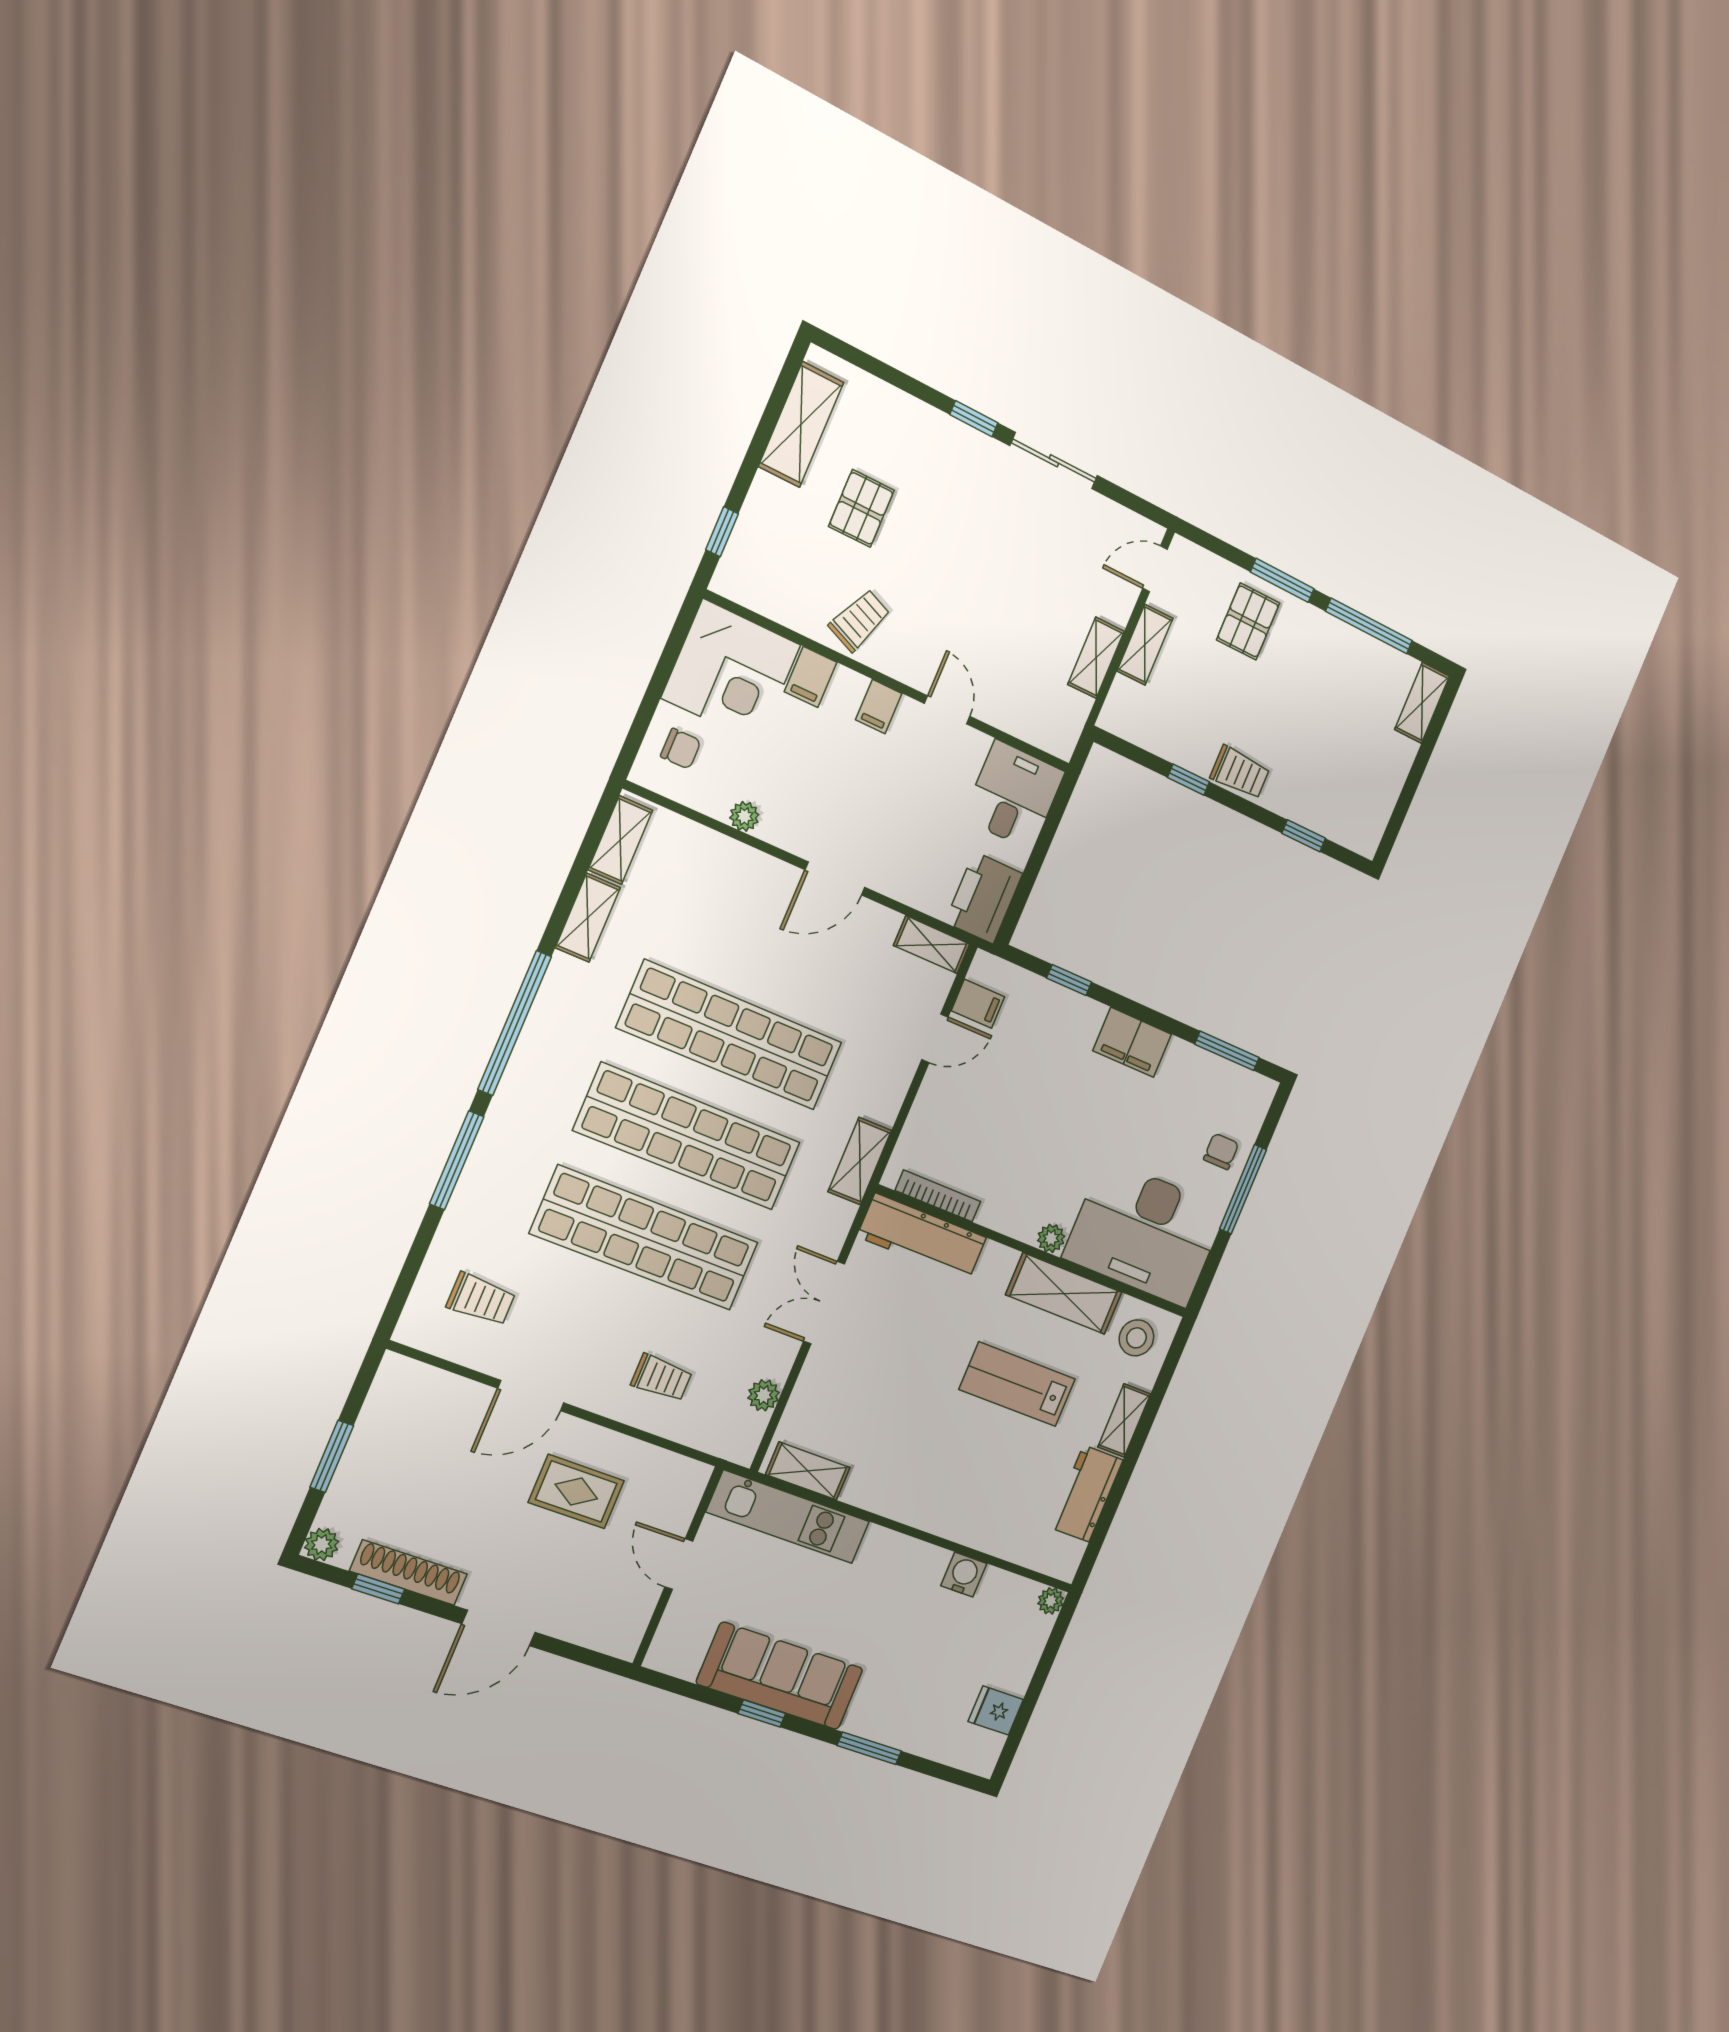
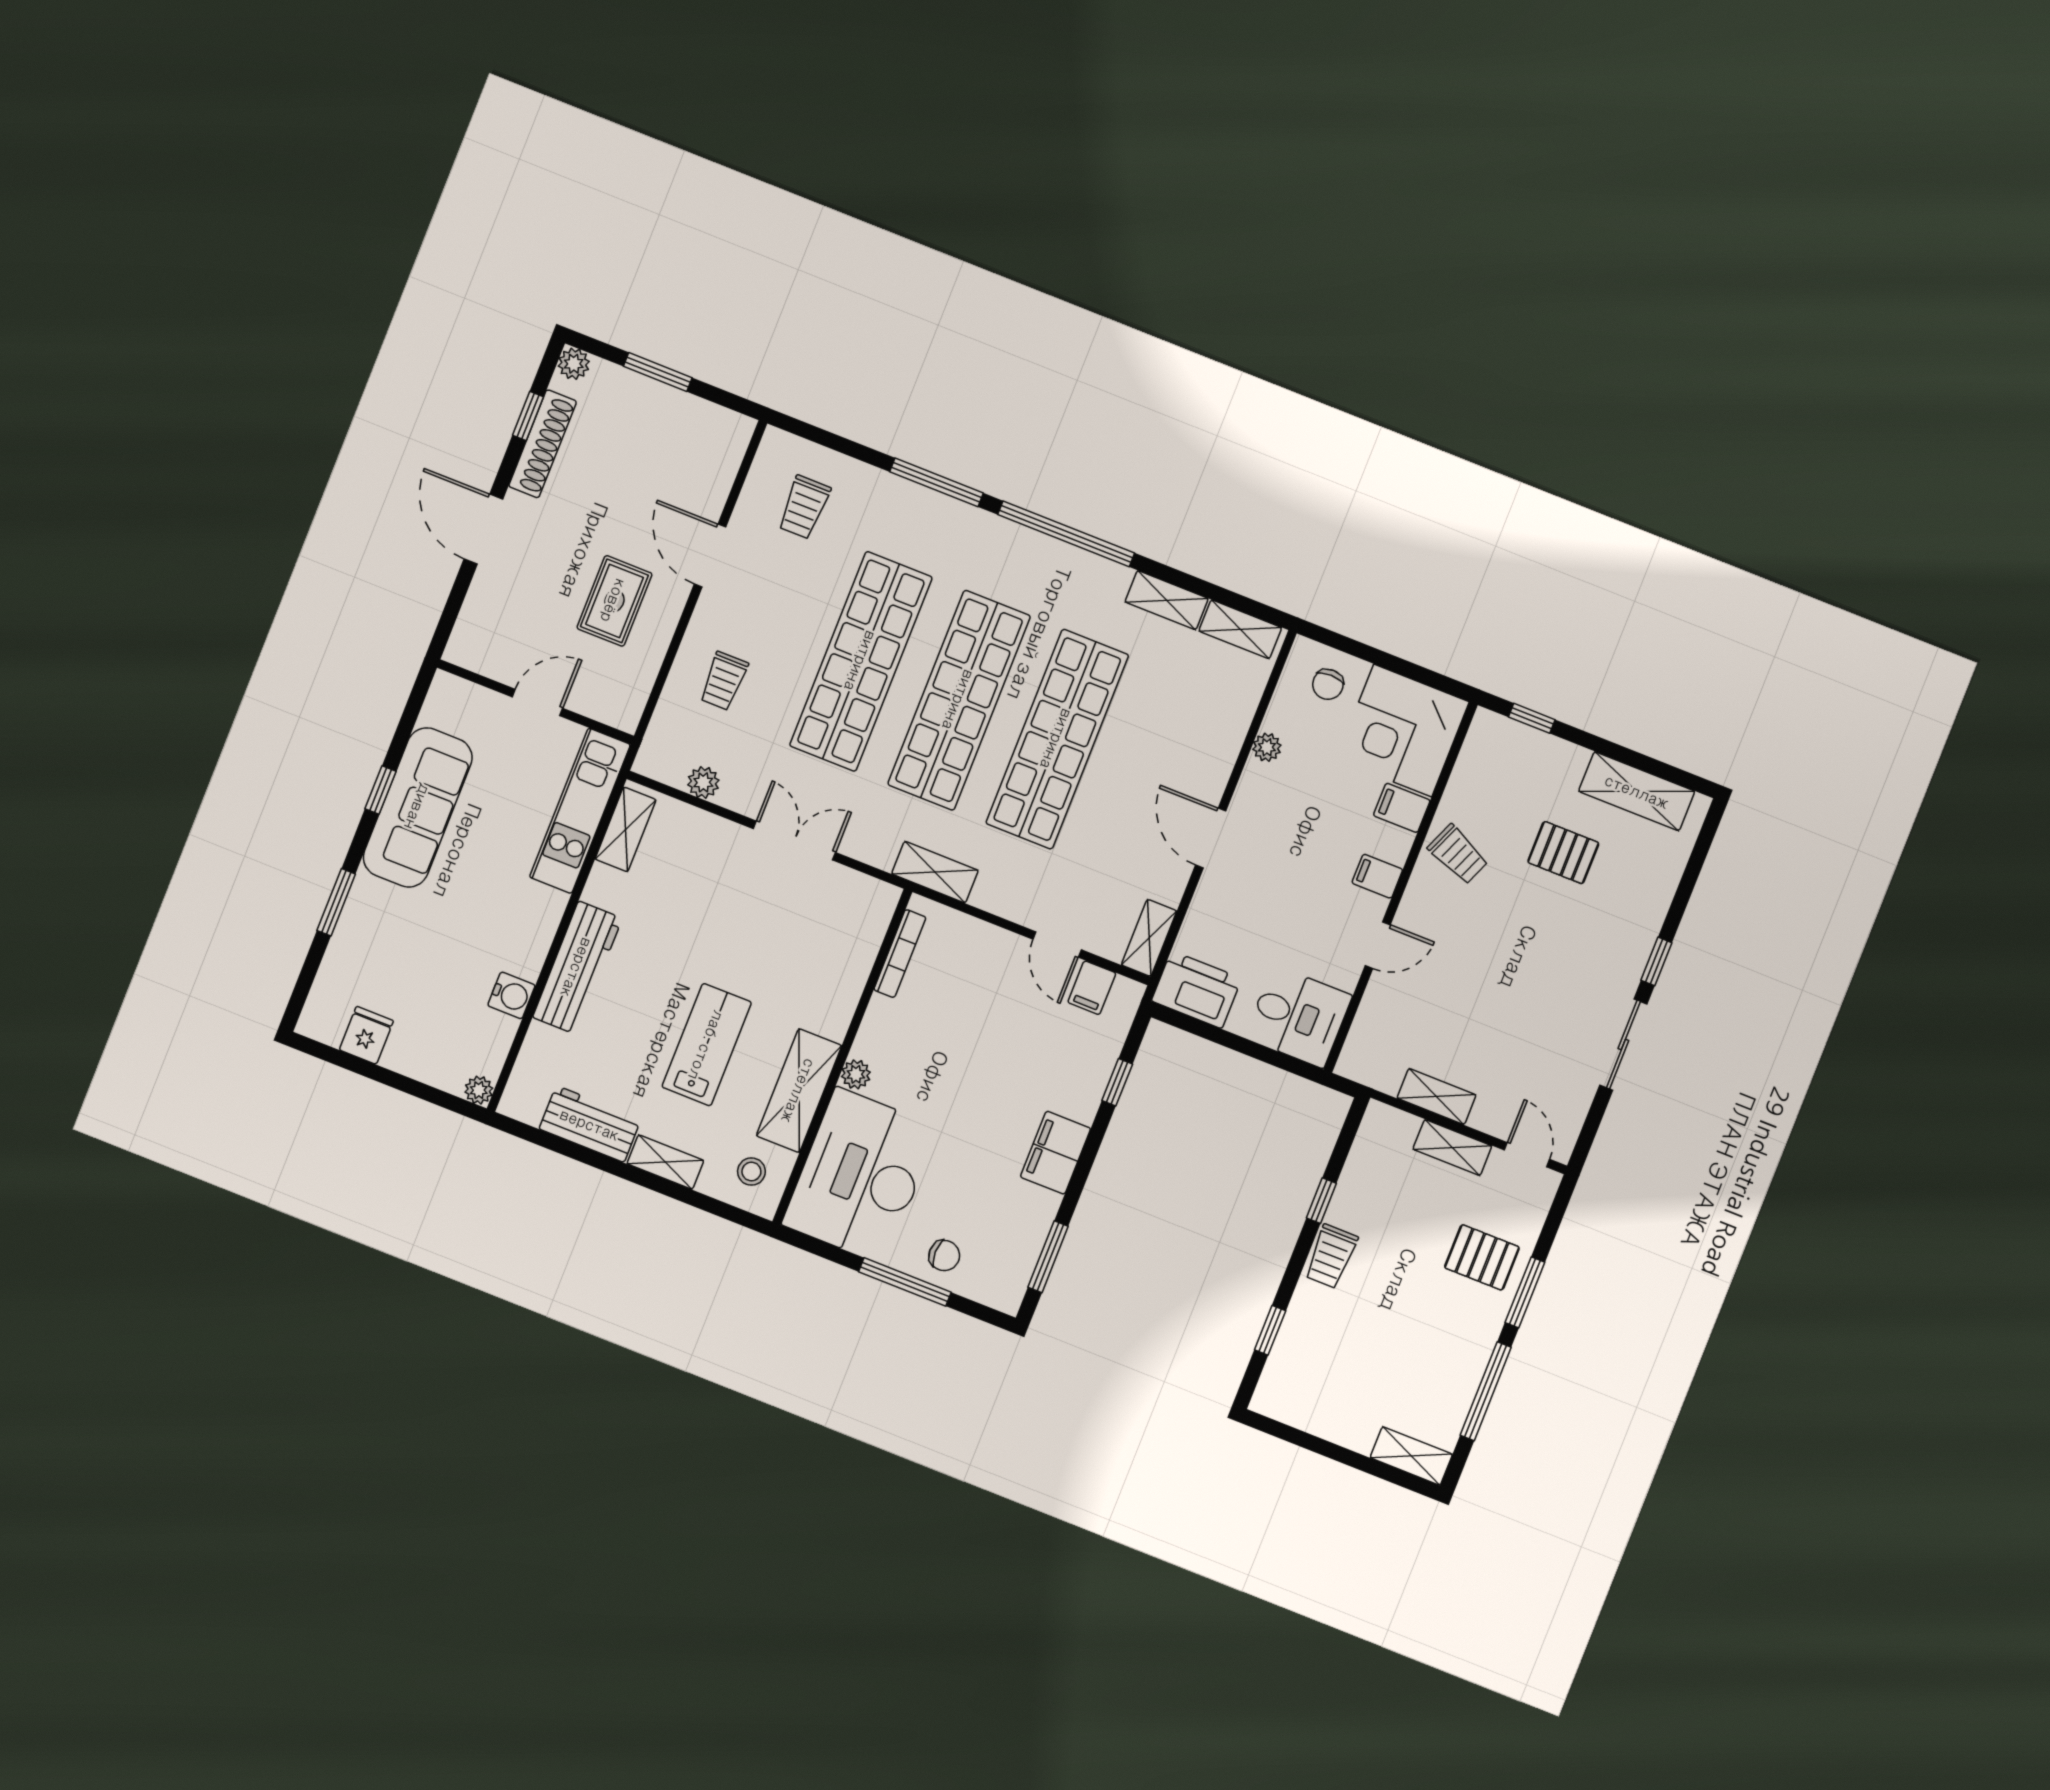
workbench: (922, 1237) -> (577, 968), moved, turned 180
stool: (1136, 1338) -> (751, 1172), width x0.73, depth x0.73

